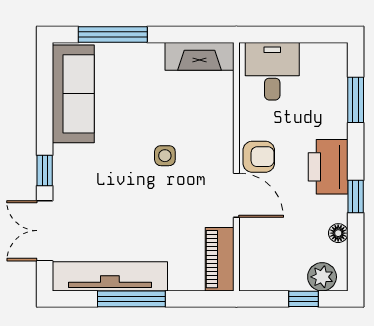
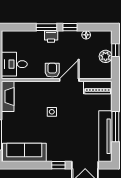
window: (356, 100) -> (47, 27), moved
printer: (328, 167) -> (51, 37), width x0.53, depth x0.68
plant: (322, 277) -> (106, 56), moved

